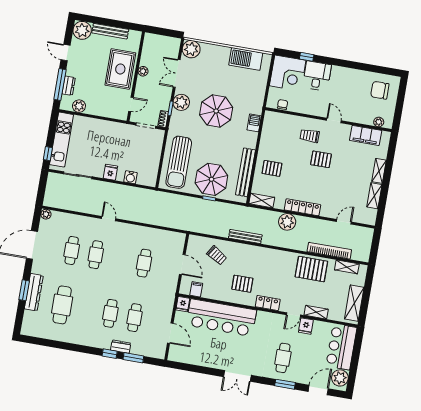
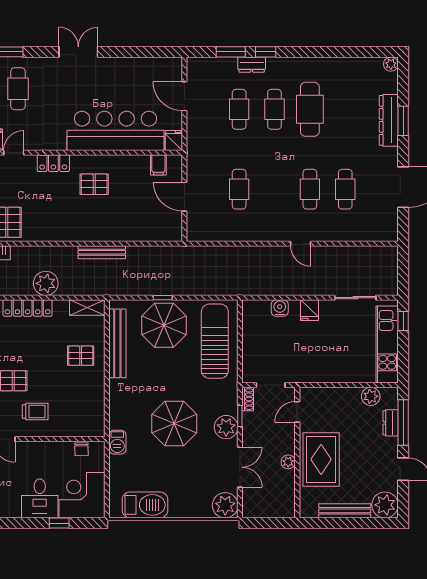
barbecue: (254, 123) -> (117, 442), moved
plant: (46, 214) -> (391, 64), moved
trolley: (217, 255) -> (138, 218), removed
cafe table: (62, 305) -> (310, 109), moved

